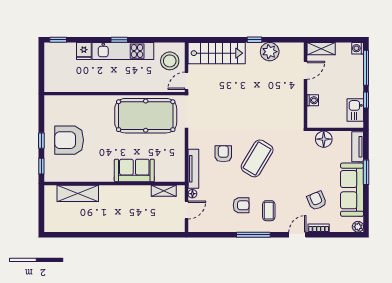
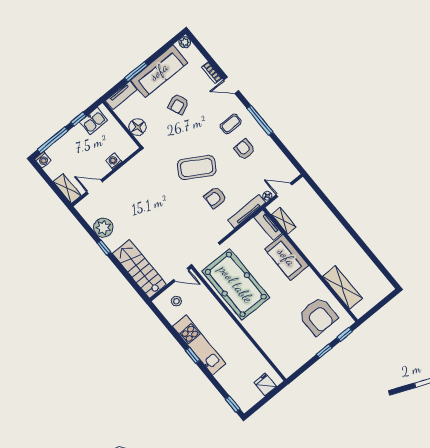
fridge: (84, 51) -> (265, 385), moved, turned -90
stool: (170, 61) -> (176, 301), width x0.53, depth x0.53
armchair: (69, 140) -> (318, 316), moved
tv unit: (170, 176) -> (268, 225), added
armchair: (317, 201) -> (178, 104), moved

